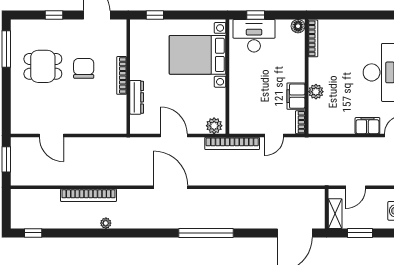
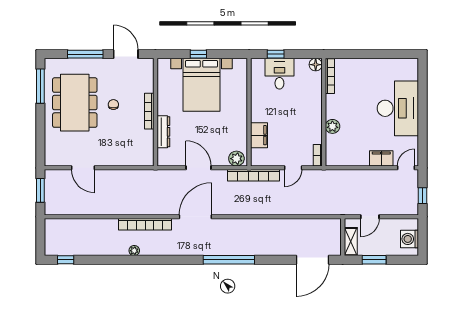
window: (54, 15) -> (85, 54), width x2.17
window: (155, 15) -> (198, 54), moved
desk: (254, 36) -> (279, 74), width x0.73
bed with nightstands: (198, 55) -> (202, 85), moved, turned -90
dining table: (43, 66) -> (75, 103), width x1.88, depth x1.24
chair: (84, 68) -> (113, 104), width x0.54, depth x0.54
filing cabinet: (296, 96) -> (259, 135), moved, turned 180
door: (171, 187) -> (195, 217), hinge flipped
bookcase: (89, 195) -> (145, 224), moved

